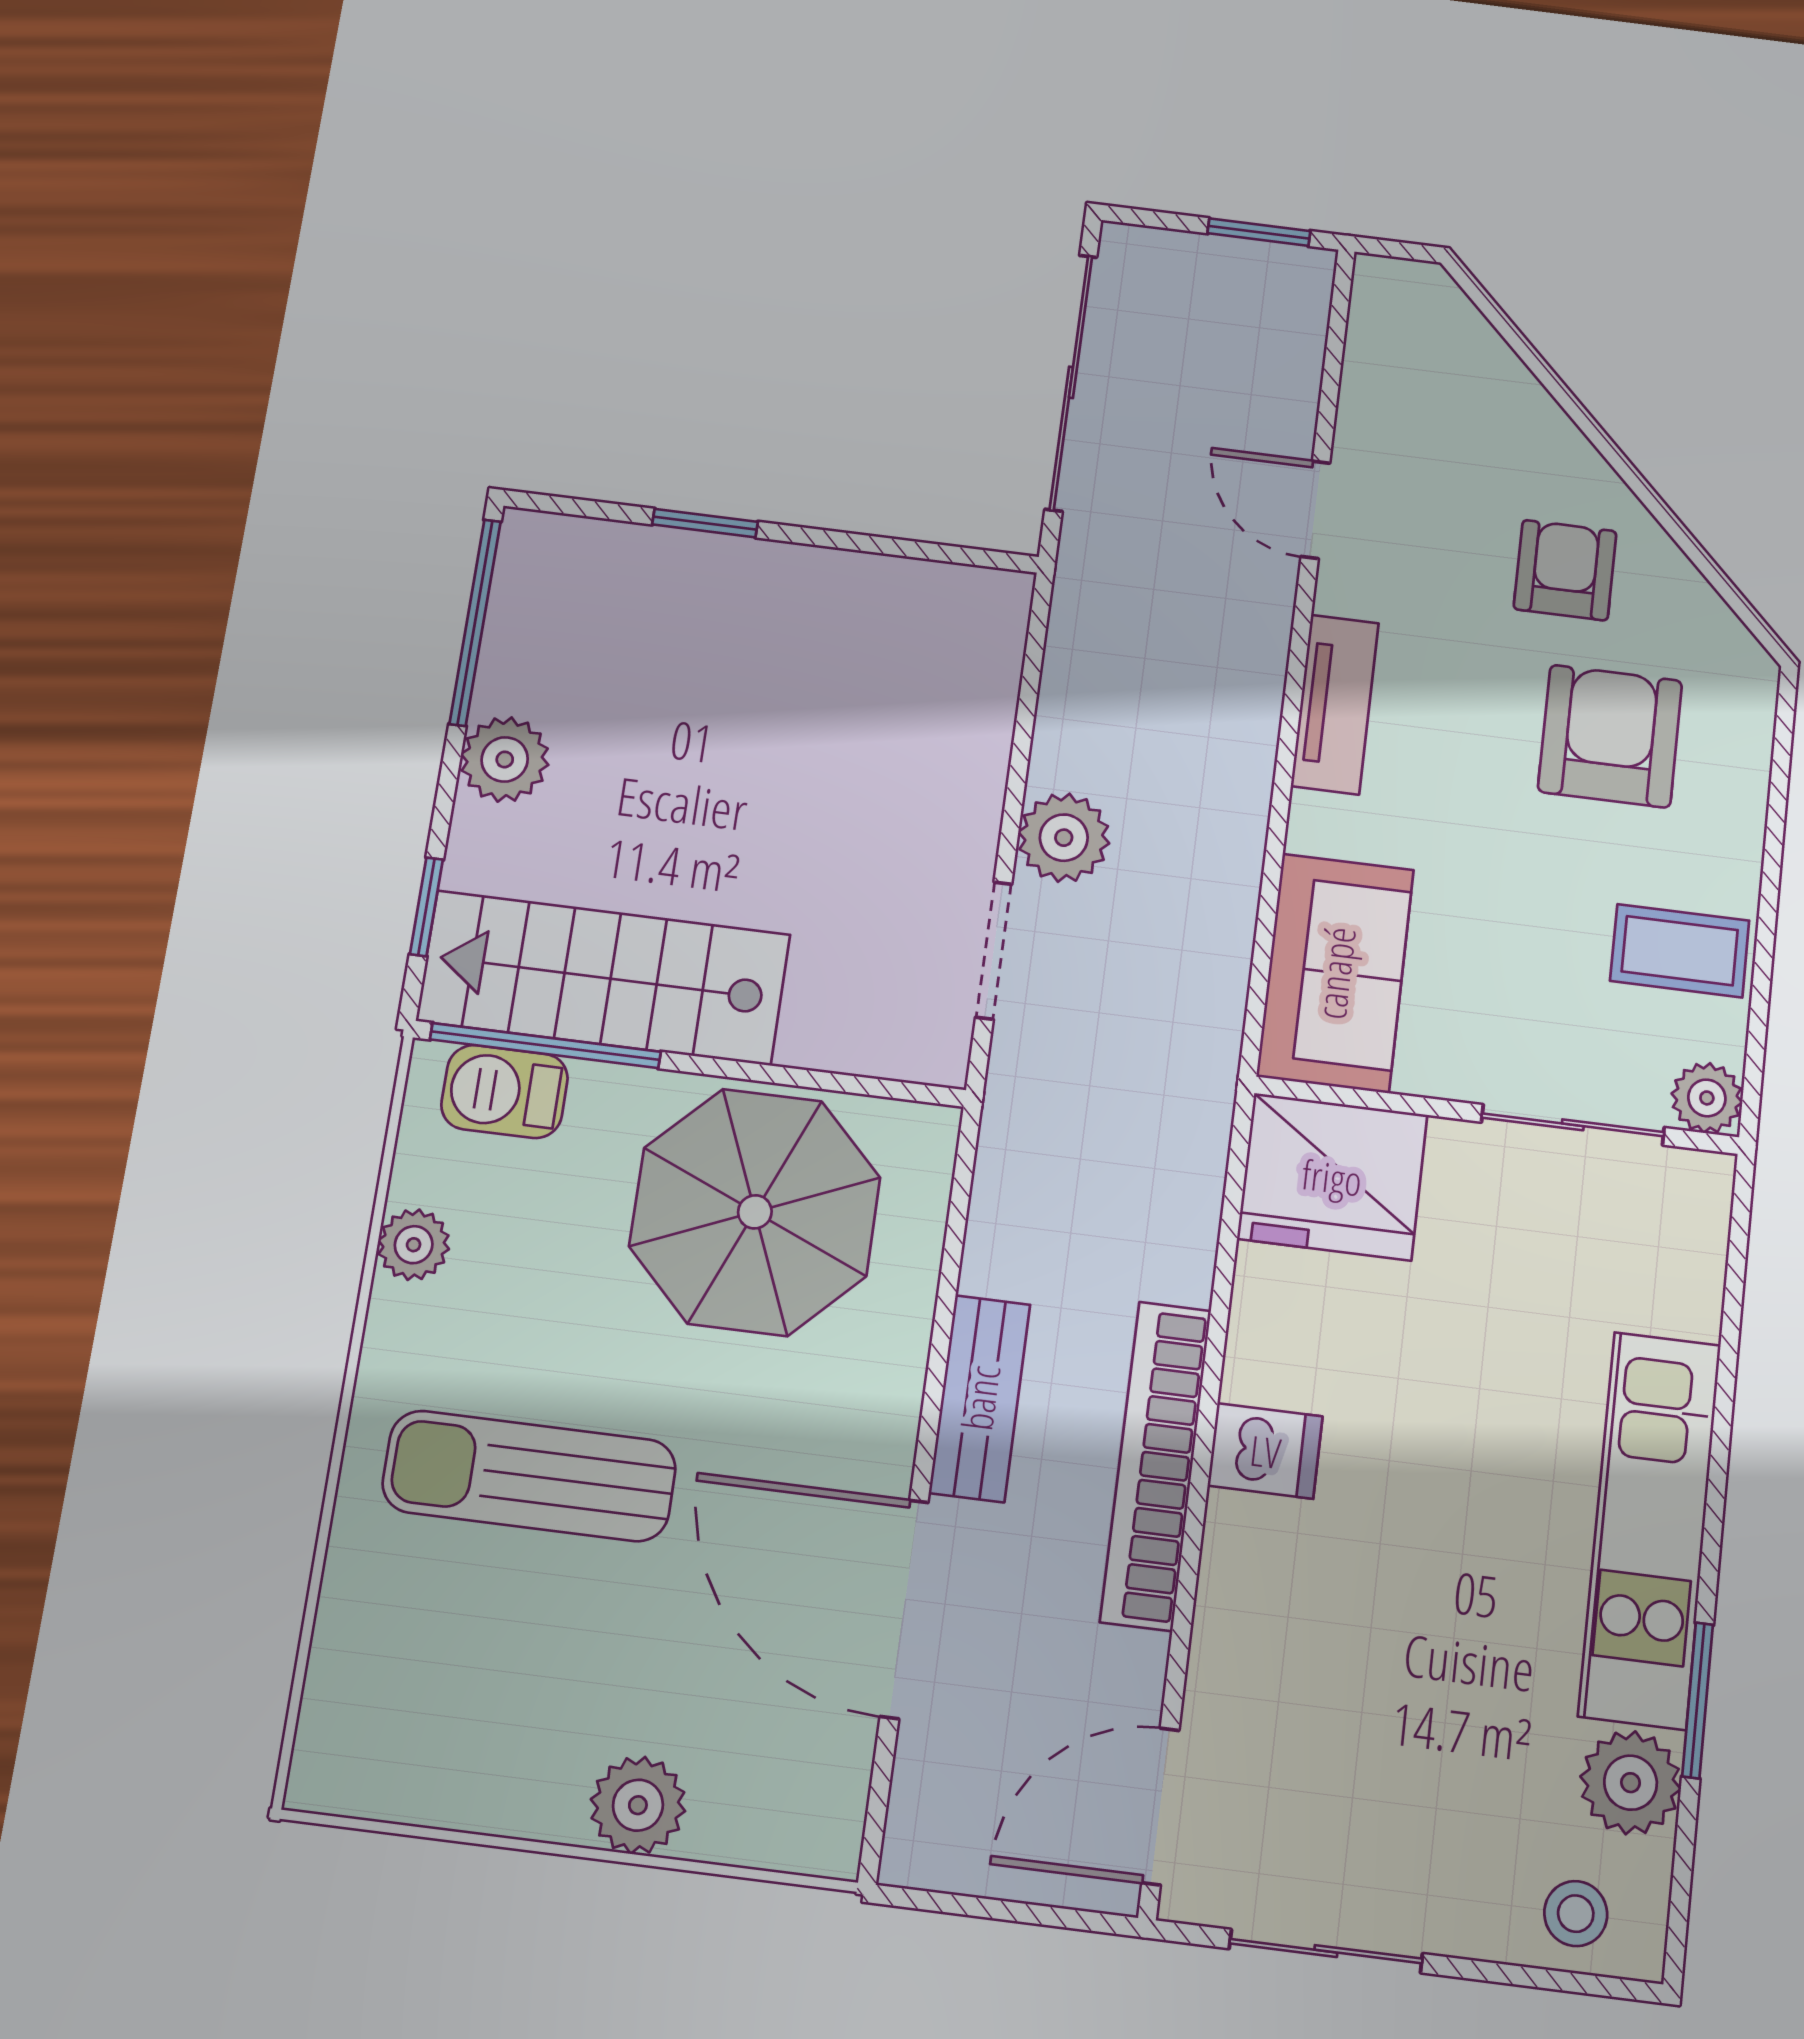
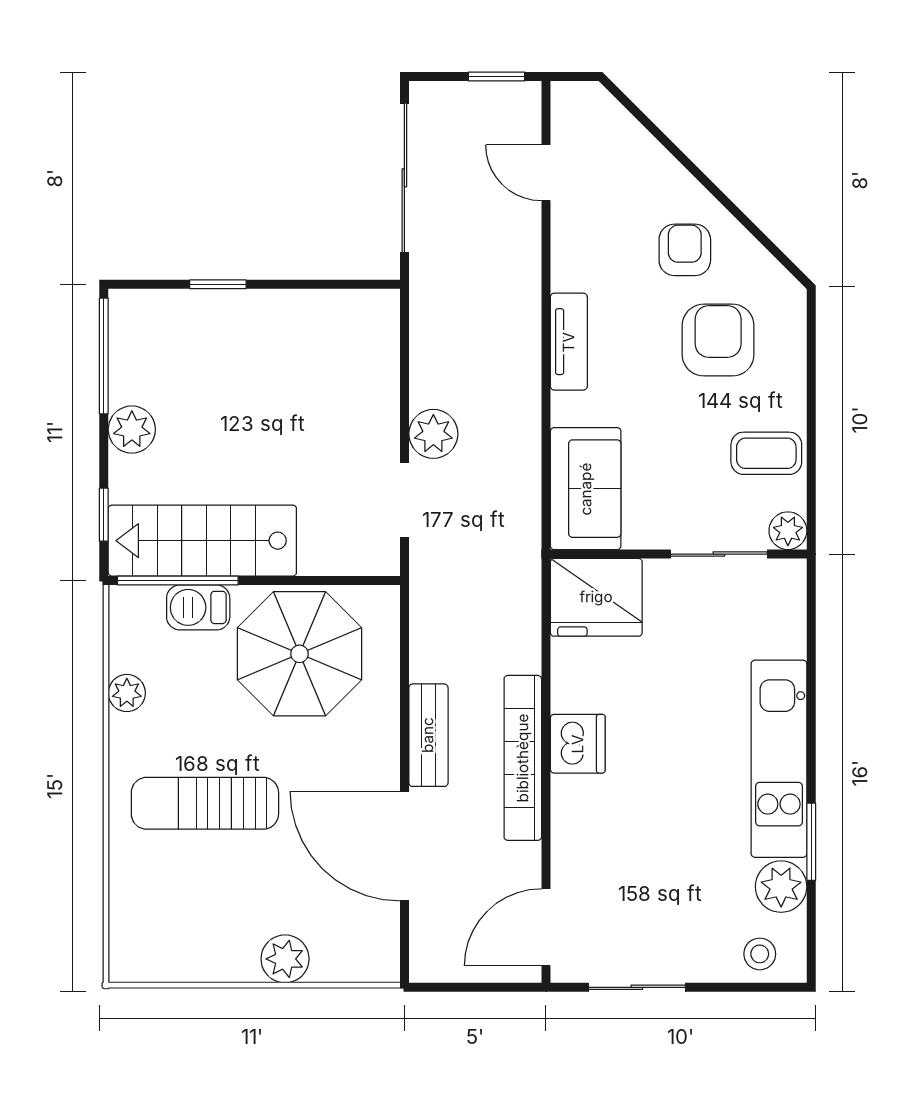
door: (1315, 510) -> (546, 173), moved
barbecue: (505, 1092) -> (198, 607), moved
dishwasher: (1265, 1451) -> (578, 744), width x1.38

